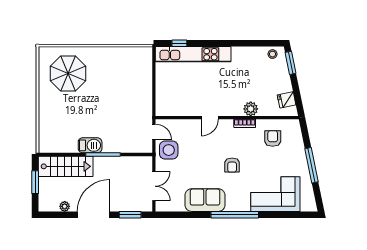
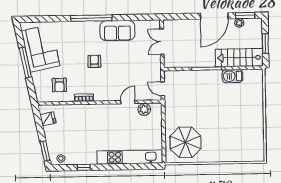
window: (179, 43) -> (84, 167), moved
parasol: (68, 73) -> (185, 142), moved
plant: (251, 109) -> (144, 109), moved
door: (210, 118) -> (128, 102), moved
barbecue: (90, 145) -> (232, 76), moved
side table: (169, 150) -> (150, 73), removed
corner sofa: (275, 194) -> (41, 48), moved, turned -102
window: (130, 215) -> (245, 15), moved

